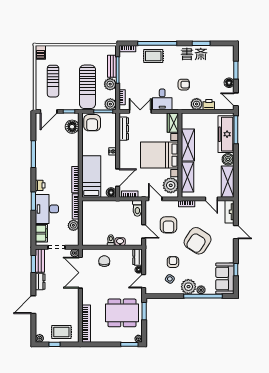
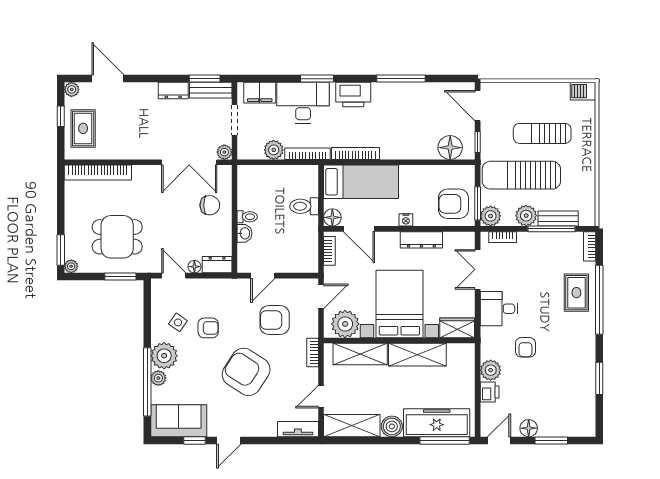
sun lounger: (53, 81) -> (542, 133), moved
double door: (140, 111) -> (478, 269), swing flipped
armchair: (92, 123) -> (453, 204), moved
dresser: (124, 129) -> (421, 240), moved
printer: (40, 185) -> (353, 95), width x1.87, depth x1.48
toilet: (137, 208) -> (304, 206), moved
door: (236, 232) -> (229, 440), moved
double door: (80, 273) -> (189, 162), swing flipped
door: (33, 305) -> (108, 79), moved
dining table: (122, 313) -> (117, 237), width x0.73

